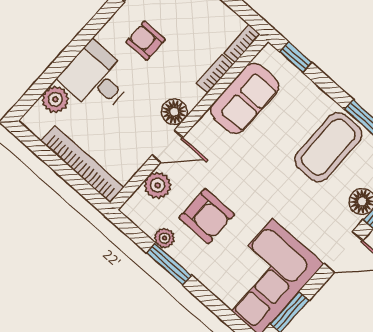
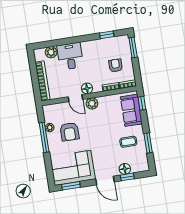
armchair: (146, 41) -> (116, 65), moved
sofa: (245, 98) -> (131, 110), moved, turned 90
coffee table: (328, 147) -> (128, 142), width x0.54, depth x0.58
plant: (158, 185) -> (92, 103), moved
window: (169, 264) -> (44, 137), width x1.44

